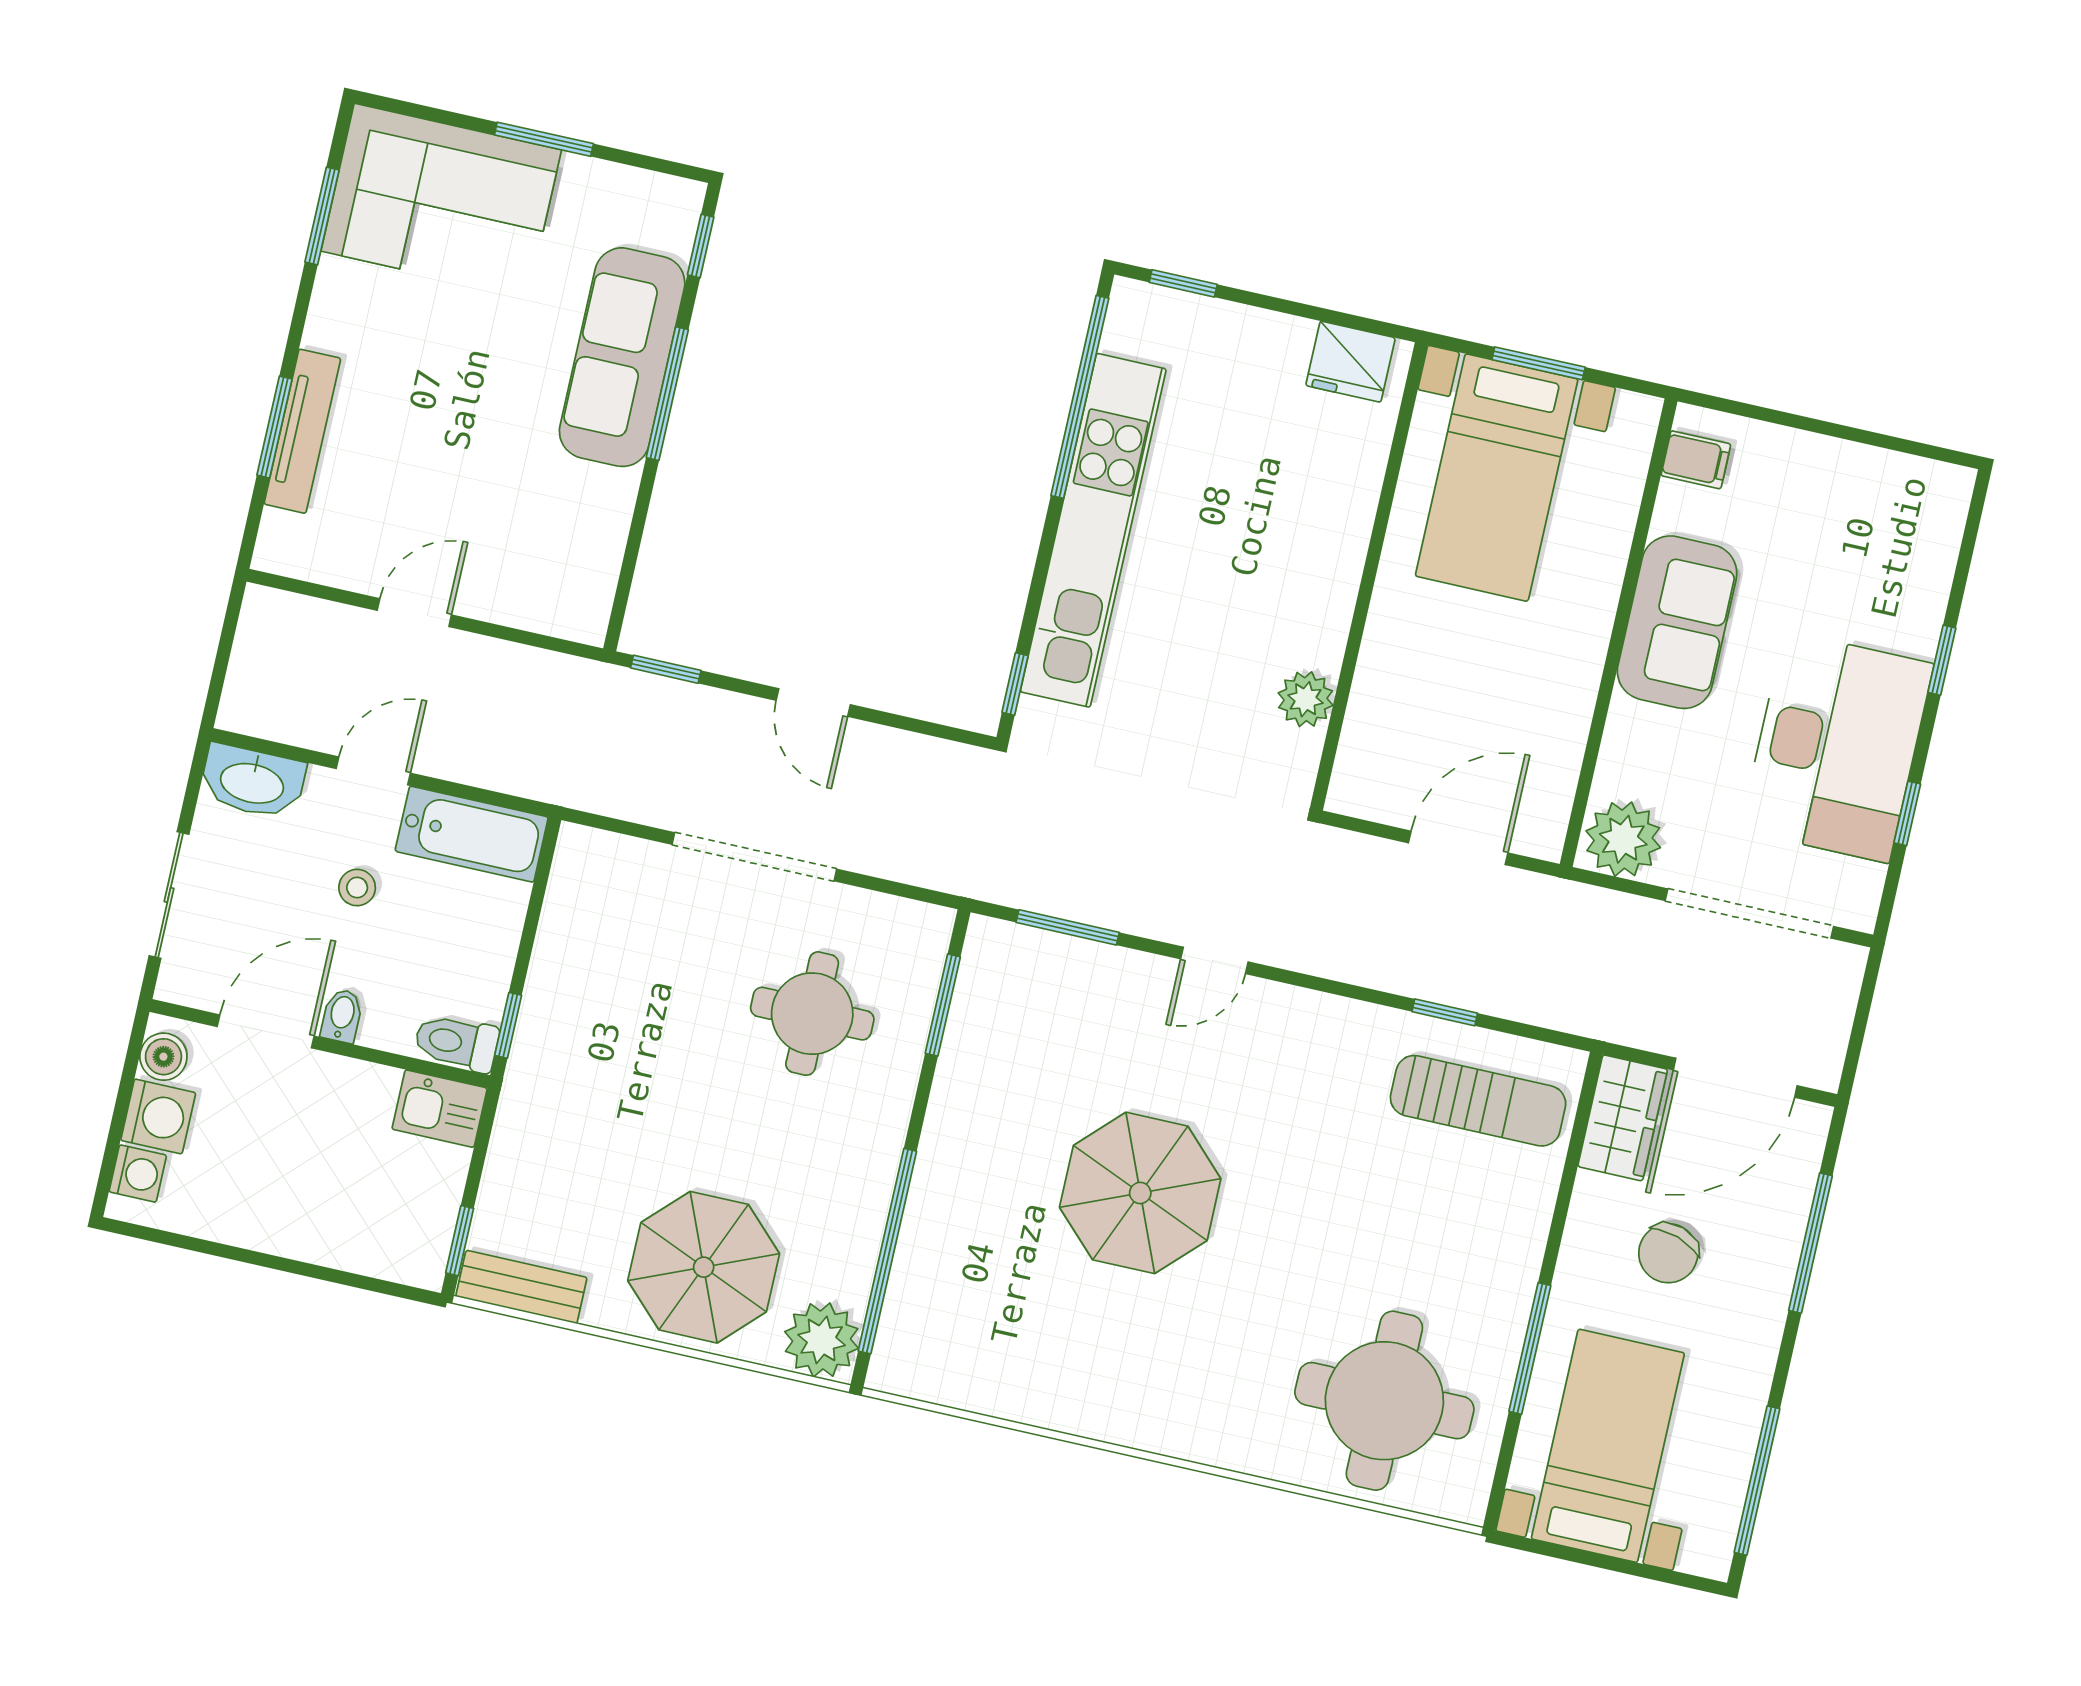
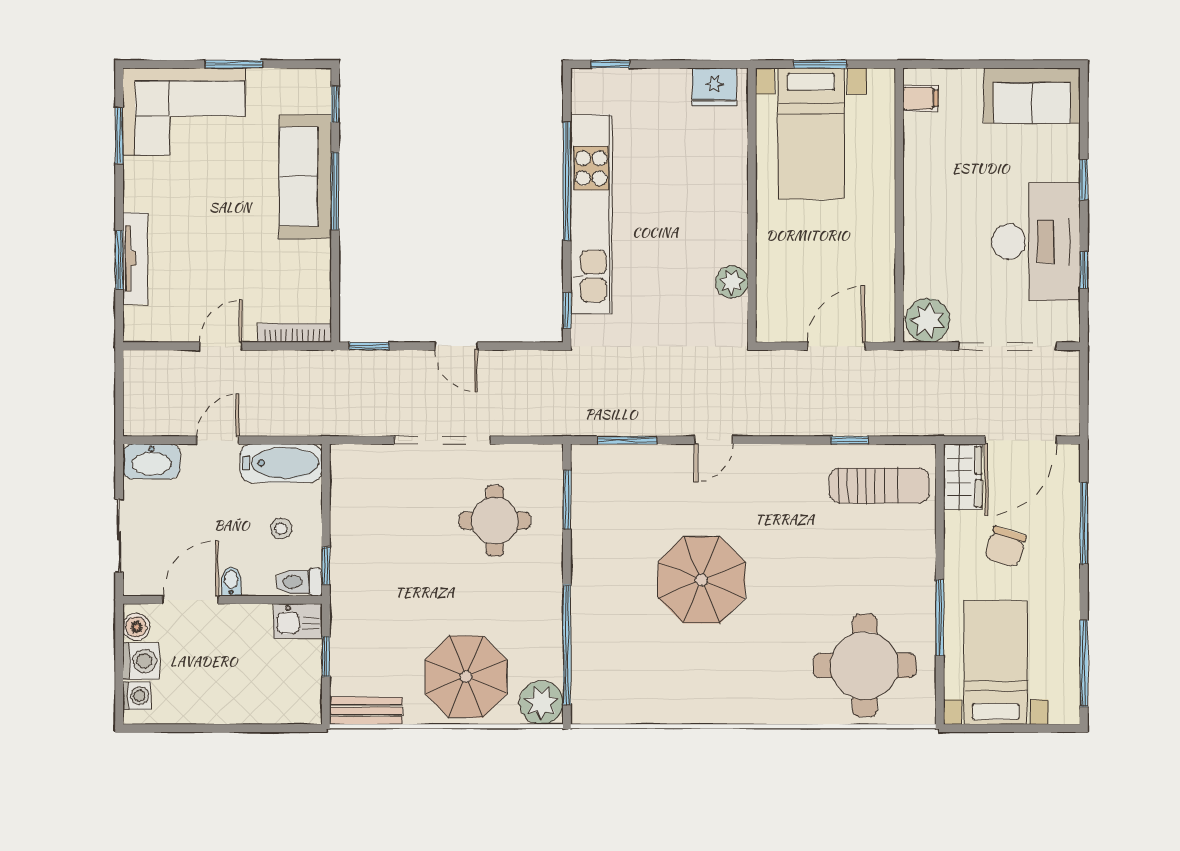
window: (1080, 397) -> (567, 181), moved
bookcase: (544, 618) -> (295, 333), added
sofa: (1677, 622) -> (1032, 96), moved, turned 90
stool: (357, 888) -> (281, 529), moved
window: (460, 1241) -> (326, 657), moved

